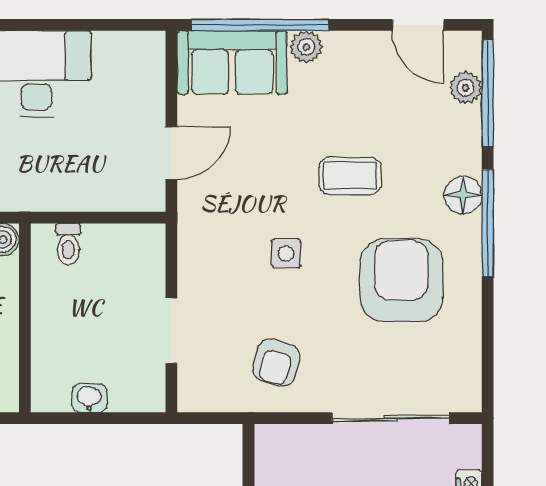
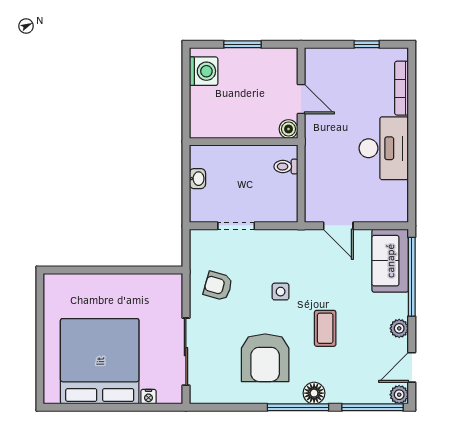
plant: (306, 47) -> (399, 328), moved
plant: (466, 88) -> (399, 395), moved
armchair: (401, 280) -> (265, 358), turned 90

